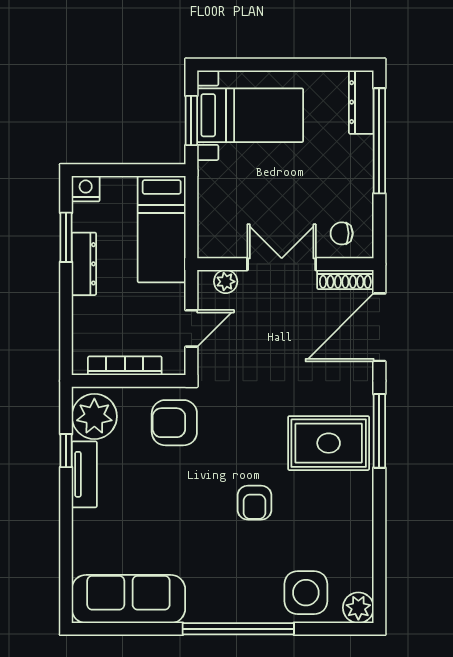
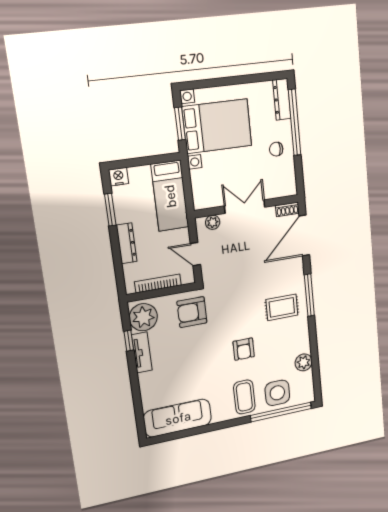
bed with nightstands: (250, 115) -> (217, 126), width x1.36
chair: (342, 233) -> (276, 149), moved
dresser: (84, 264) -> (127, 243), moved
shoe rack: (345, 279) -> (287, 209), width x0.70
door: (191, 328) -> (195, 254), swing flipped
rug: (329, 443) -> (282, 307), width x0.73, depth x0.70
coffee table: (247, 587) -> (244, 397), added
plant: (358, 608) -> (304, 362), moved
window: (238, 629) -> (281, 412), moved

